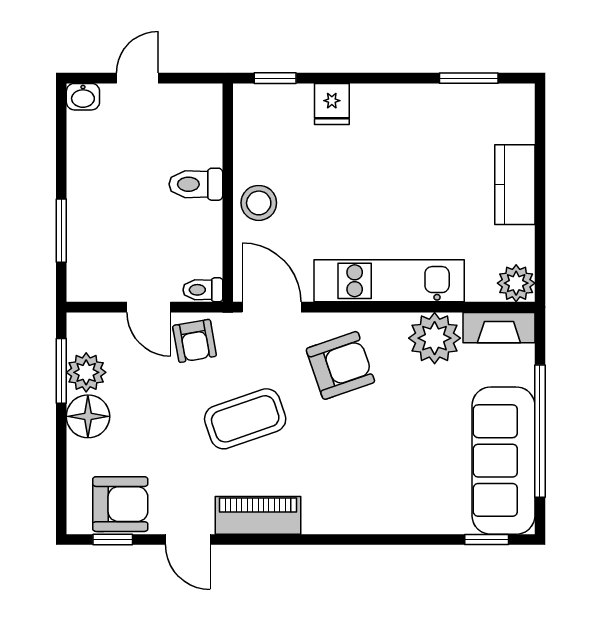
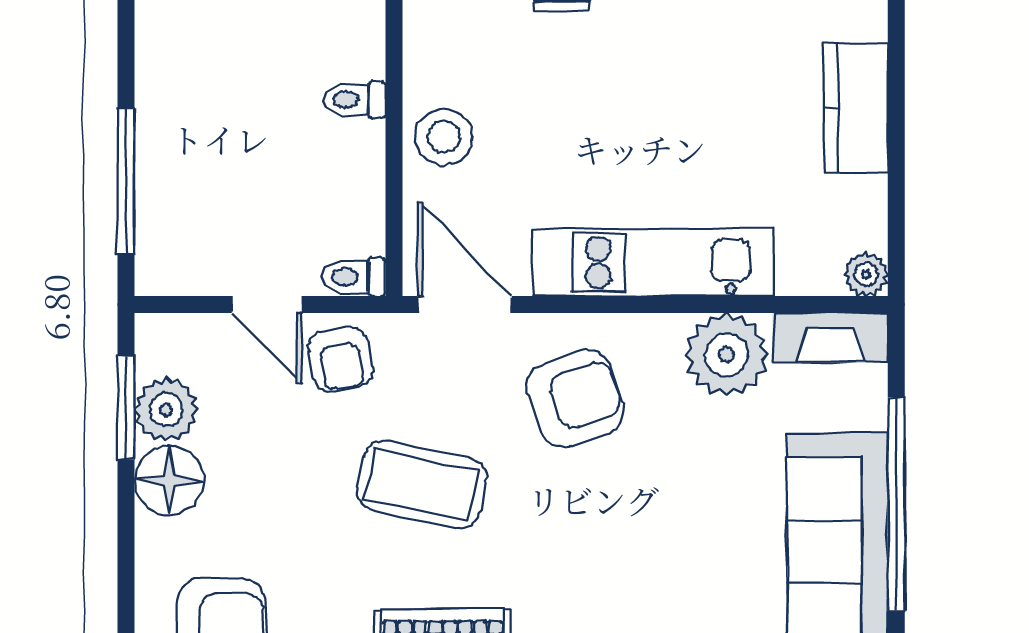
toilet: (196, 184) -> (355, 100), width x0.73, depth x0.72
window: (61, 231) -> (126, 182), width x1.44
plant: (516, 283) -> (866, 274), width x0.73, depth x0.73
coffee table: (245, 419) -> (422, 484), turned 31

